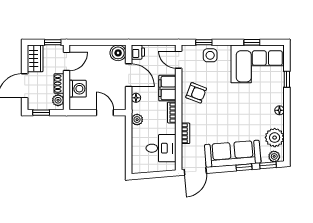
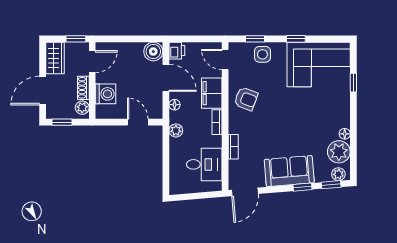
window: (252, 42) -> (296, 39), moved
floor lamp: (279, 110) -> (345, 134), moved
sofa: (233, 154) -> (289, 171), width x0.73

